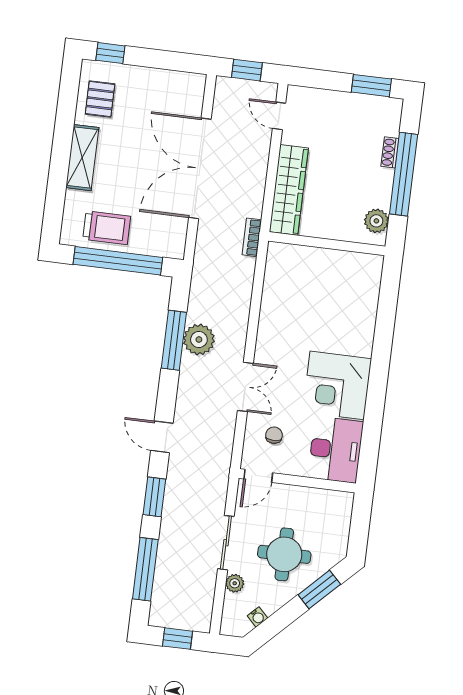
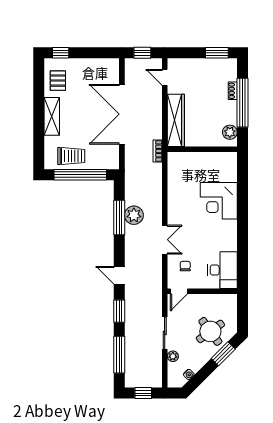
corner desk: (337, 385) -> (219, 201), moved
round table: (284, 554) -> (210, 331), moved, turned -36

